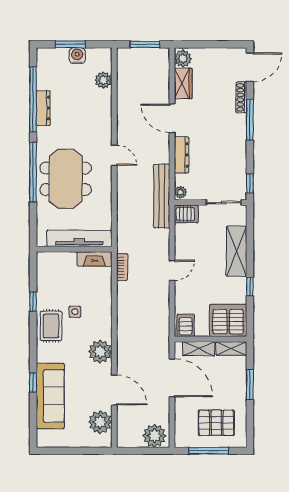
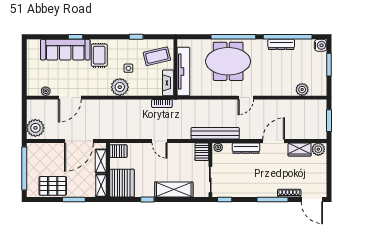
water cooler: (77, 56) -> (321, 45), moved
coffee table: (59, 274) -> (157, 56), added
rug: (51, 326) -> (99, 55), moved, turned 90
plant: (100, 352) -> (120, 87), moved
plant: (100, 422) -> (46, 91), width x0.53, depth x0.53
pallet: (216, 423) -> (53, 186), moved, turned 90
window: (209, 451) -> (24, 169), width x1.46

